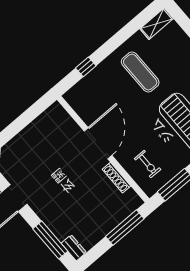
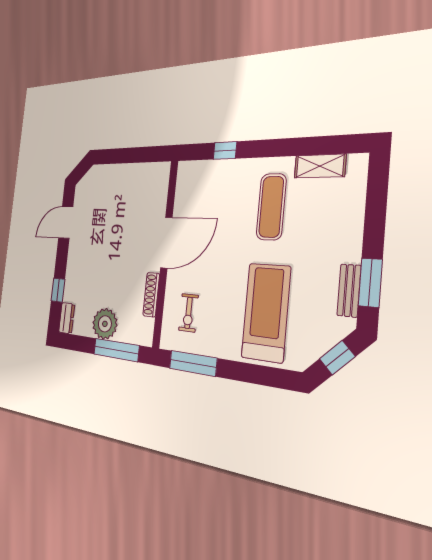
shelving: (157, 24) -> (320, 166), moved
plant: (103, 223) -> (105, 324), added
window: (50, 240) -> (58, 290), width x0.46

